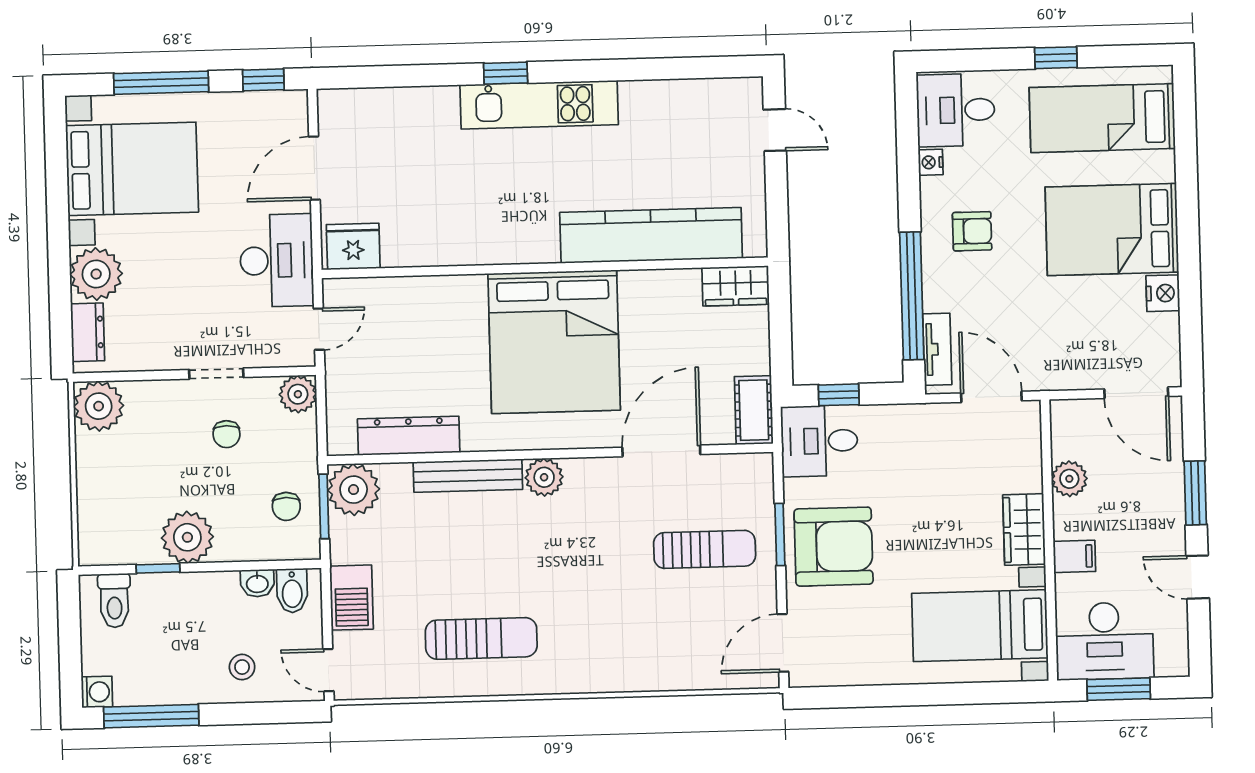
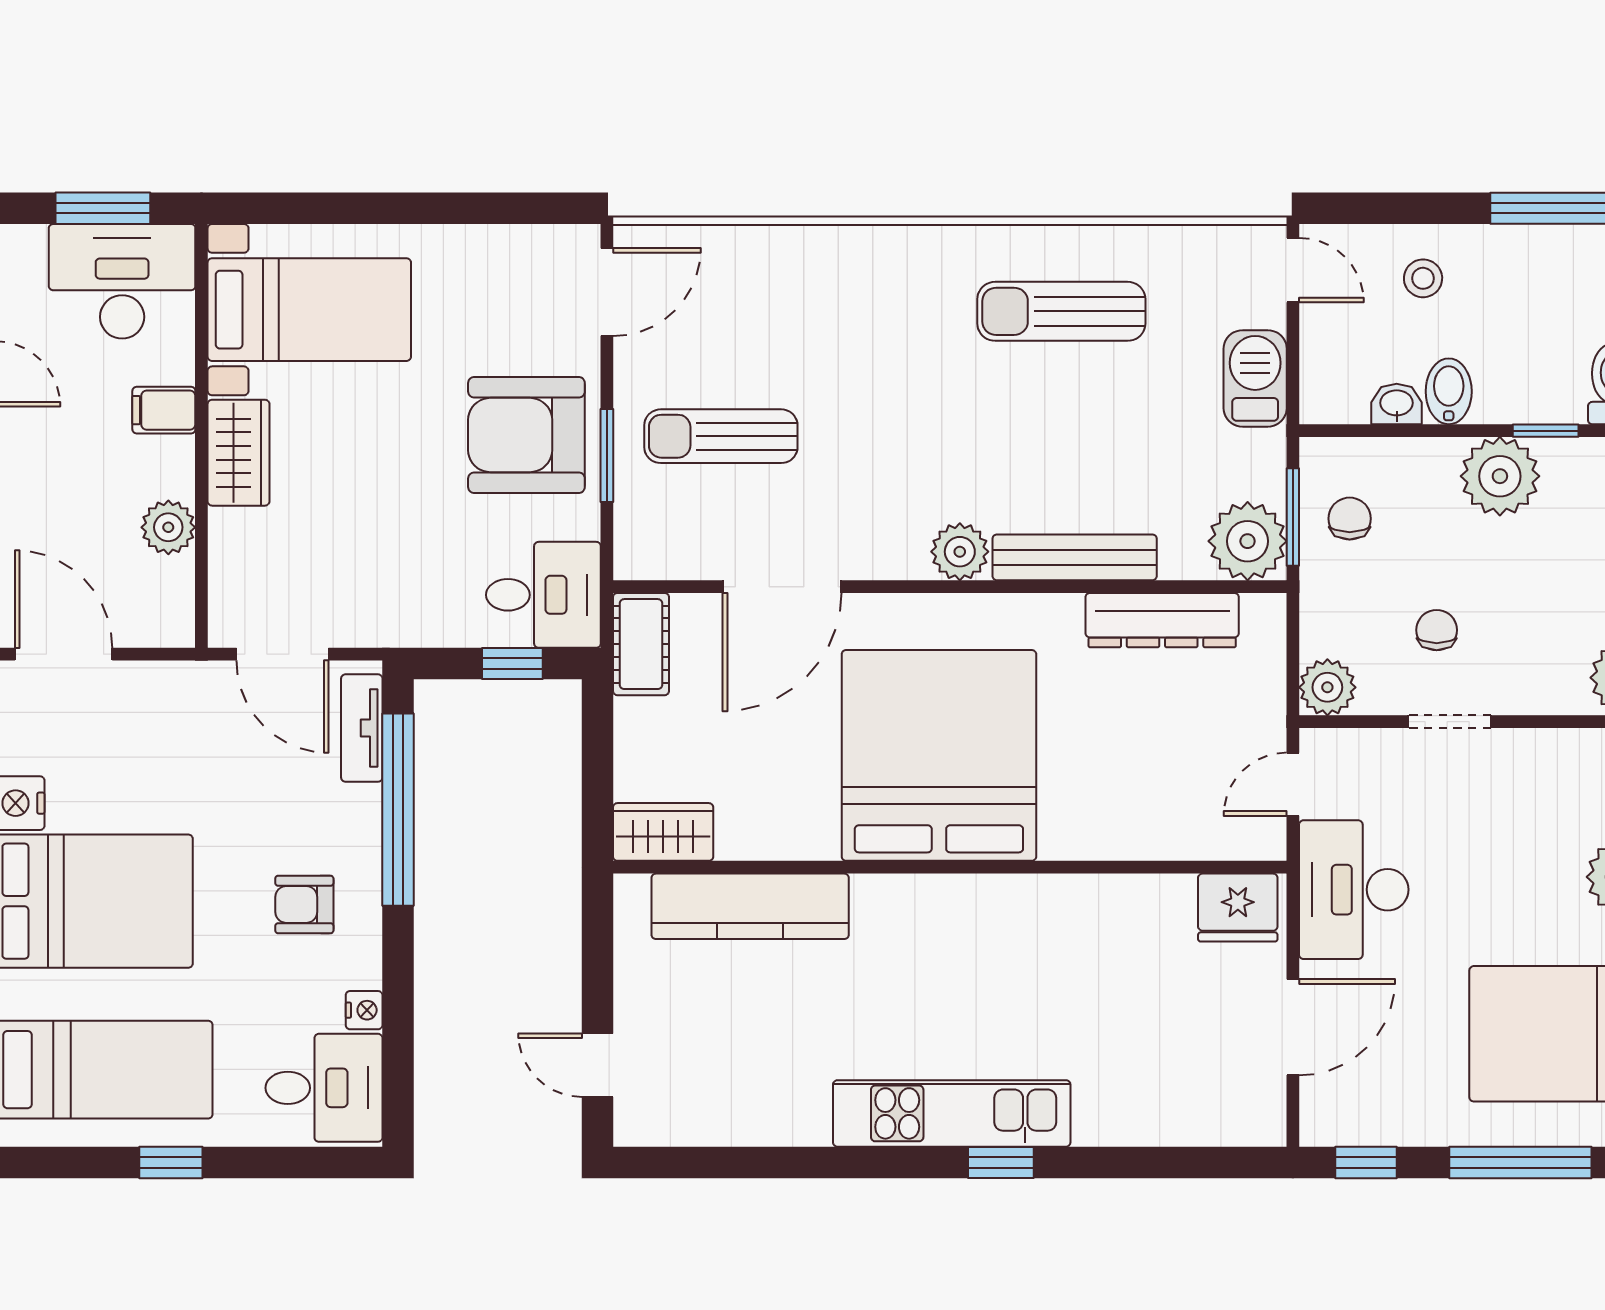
kitchen counter: (651, 235) -> (750, 906), width x0.72, depth x0.86
bidet: (292, 591) -> (1449, 391), moved

